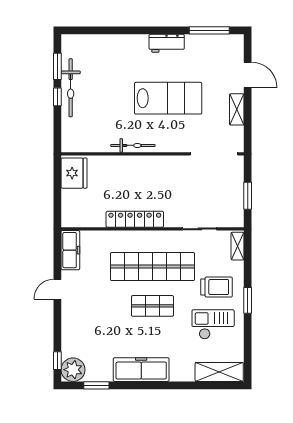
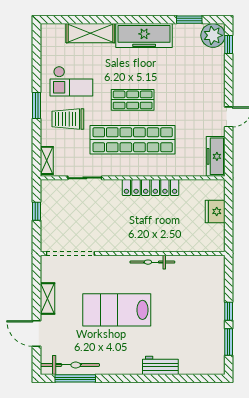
workbench: (167, 43) -> (160, 365), moved
bicycle: (71, 88) -> (70, 365), moved, turned 90
fridge: (74, 173) -> (215, 211), moved, width x0.73, depth x0.75
window: (248, 196) -> (37, 211), width x0.67
shelving: (219, 372) -> (90, 33), moved

